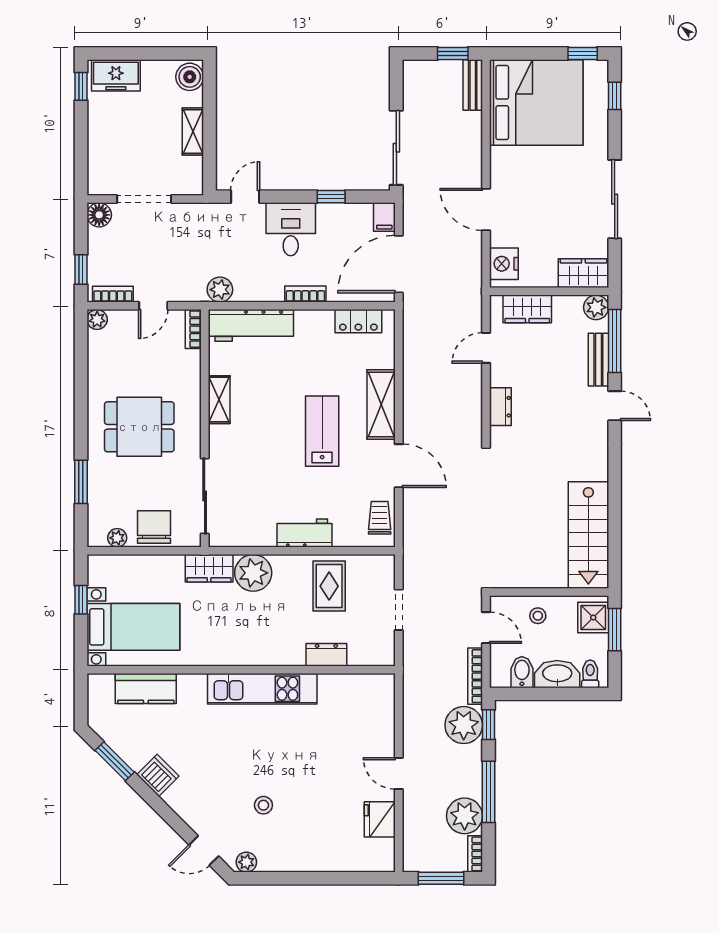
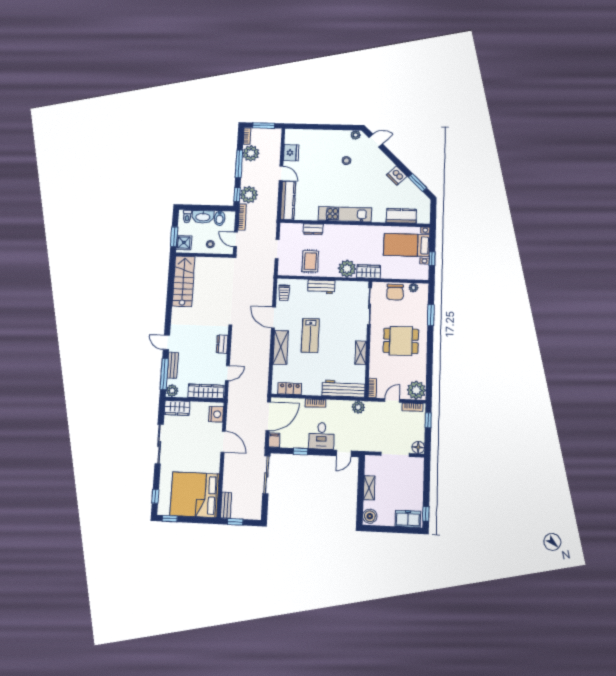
wardrobe: (527, 309) -> (206, 391), width x1.50
plant: (97, 320) -> (416, 390), width x1.87, depth x1.87
kitchen counter: (381, 715) -> (288, 201), added

